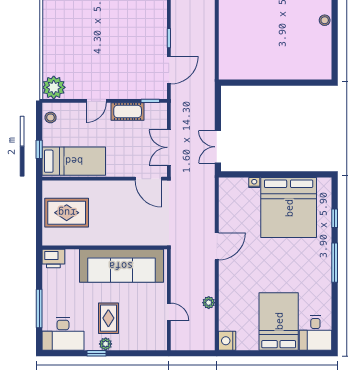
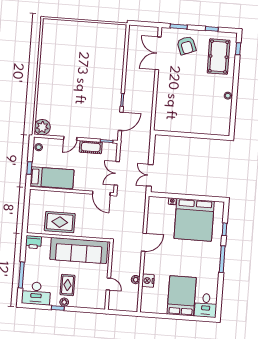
rug: (67, 213) -> (60, 222), moved
nightstand: (227, 341) -> (148, 281), moved

